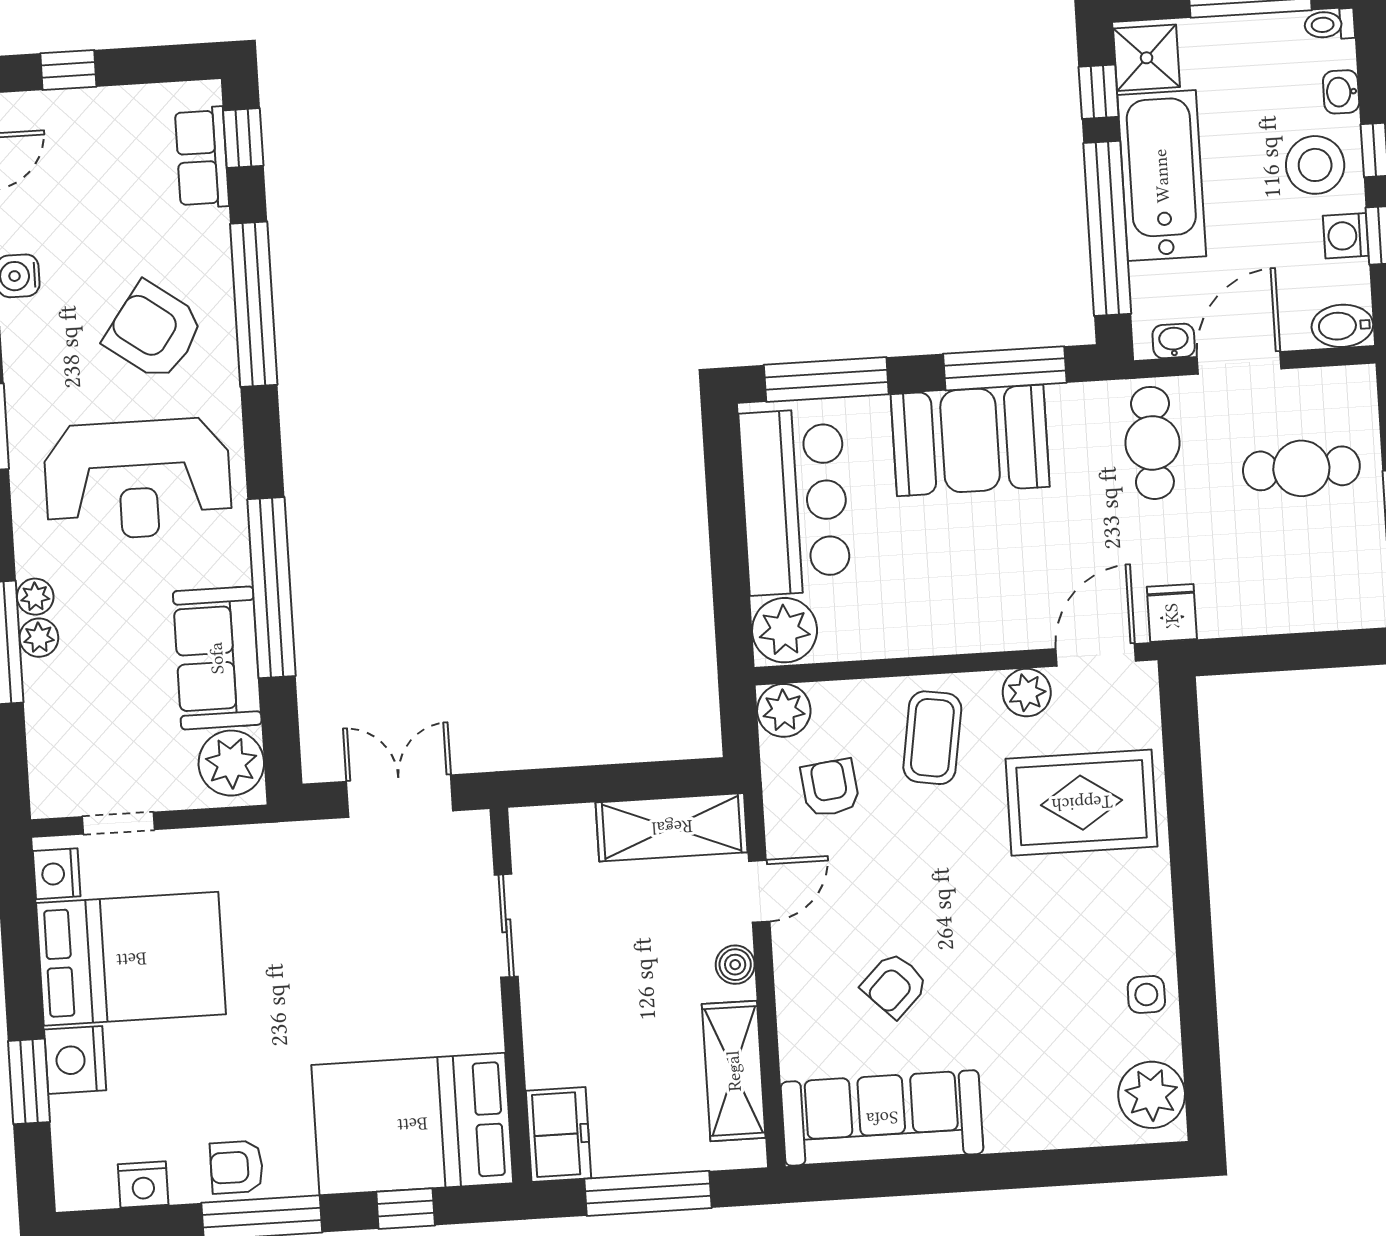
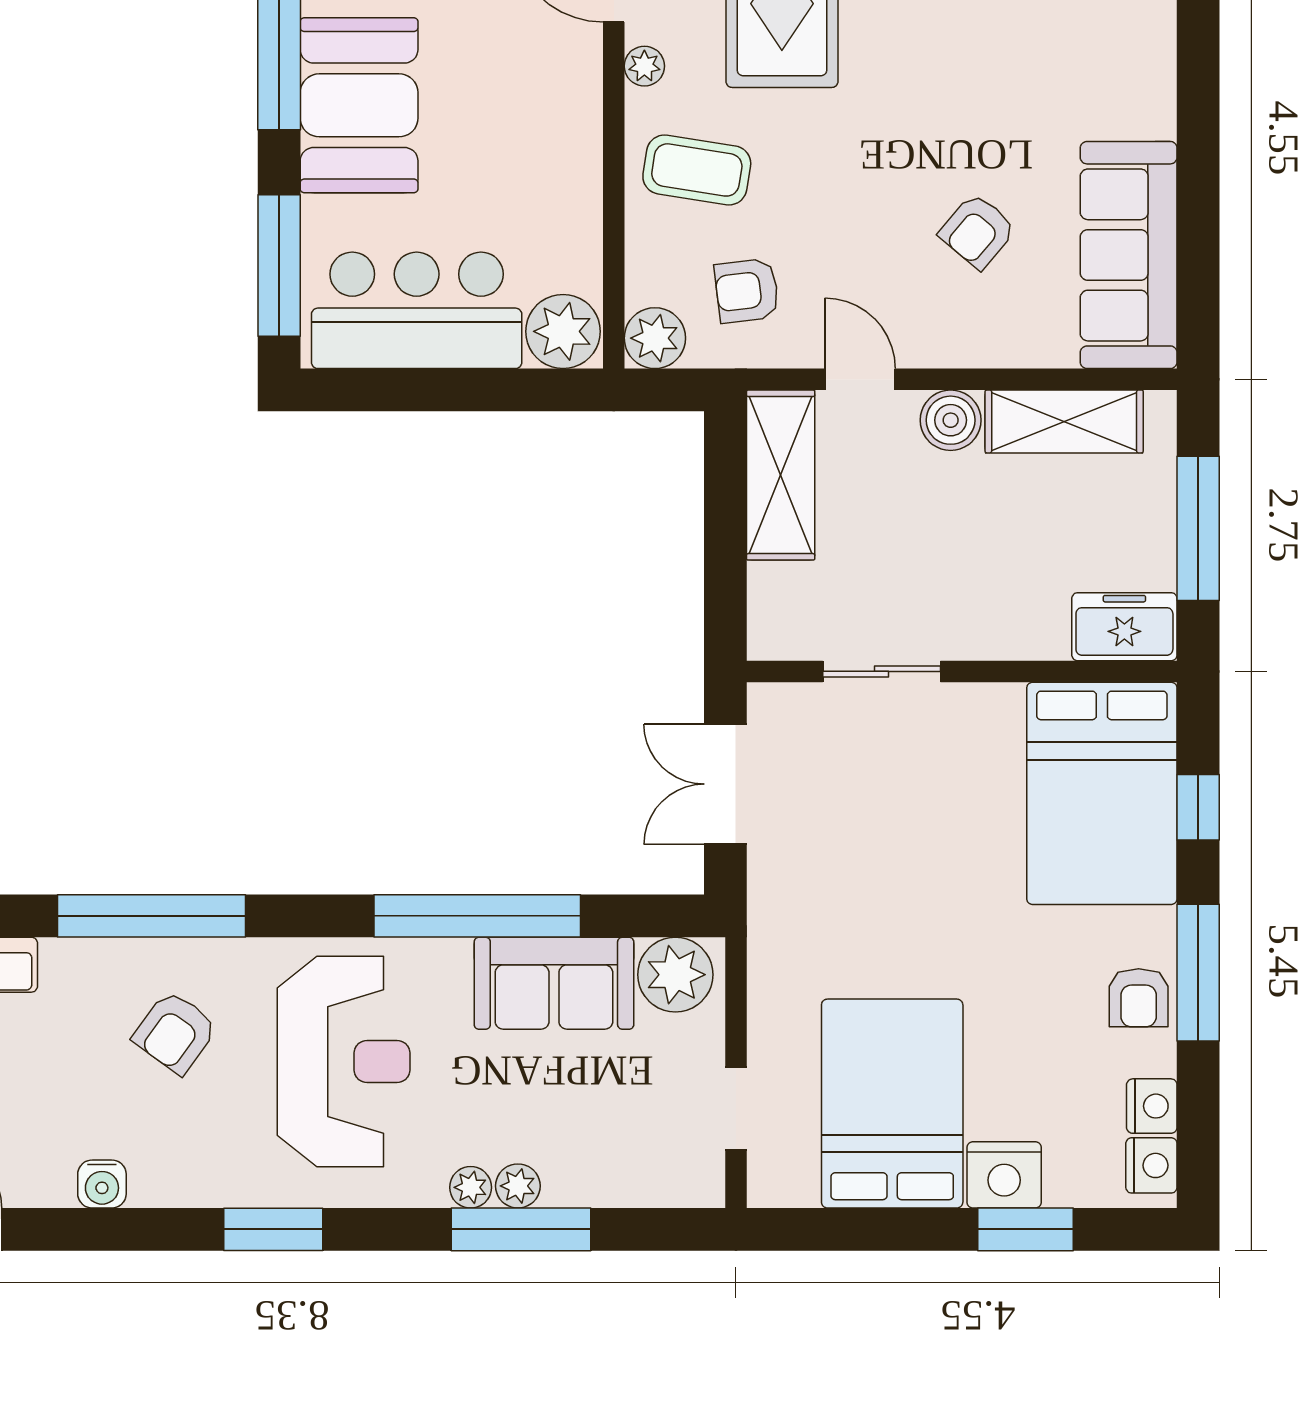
armchair: (154, 331) -> (175, 1032), width x0.72, depth x0.72
plant: (1027, 693) -> (644, 66), width x0.73, depth x0.73
nightstand: (57, 874) -> (1151, 1165), moved, turned -90
boiler: (735, 965) -> (951, 420), width x1.36, depth x1.36
armchair: (895, 985) -> (978, 231), turned 85

